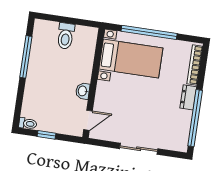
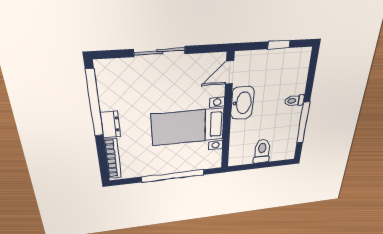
bed with nightstands: (131, 59) -> (188, 127), moved
washbasin: (83, 91) -> (242, 103), width x1.91, depth x1.45
toilet: (28, 124) -> (294, 101), moved

